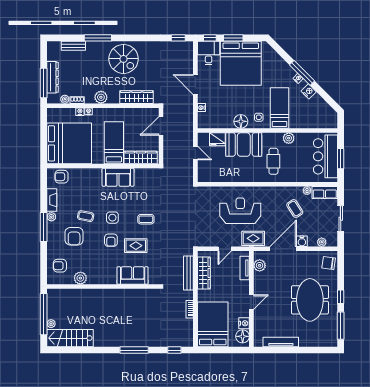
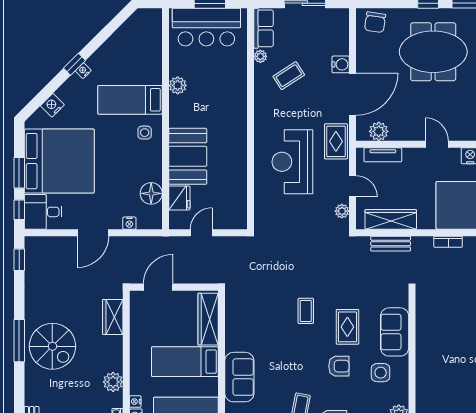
window: (98, 38) -> (19, 341), moved
spiral stairs: (124, 59) -> (52, 346), turned 90
window: (302, 73) -> (75, 64), width x0.46
nightstand: (309, 91) -> (52, 105), moved
wardrobe: (137, 97) -> (113, 317), width x0.67
floor lamp: (241, 121) -> (151, 193), moved
door: (161, 126) -> (158, 287), swing flipped
cafe table: (273, 161) -> (214, 109), removed
sofa: (118, 177) -> (239, 377), moved
side table: (112, 218) -> (381, 373), moved
plant: (322, 242) -> (342, 211), moved
door: (283, 249) -> (353, 94), swing flipped
bench: (188, 273) -> (391, 244), width x0.73

